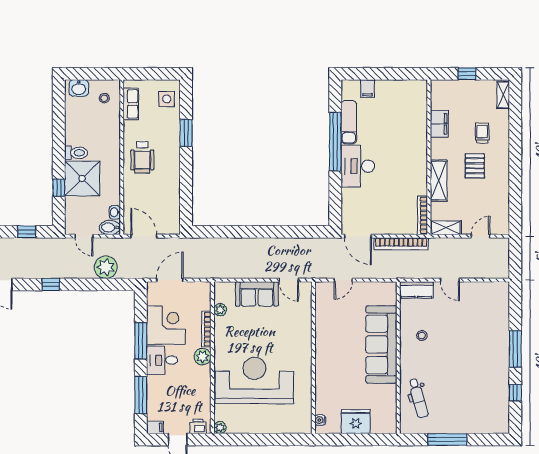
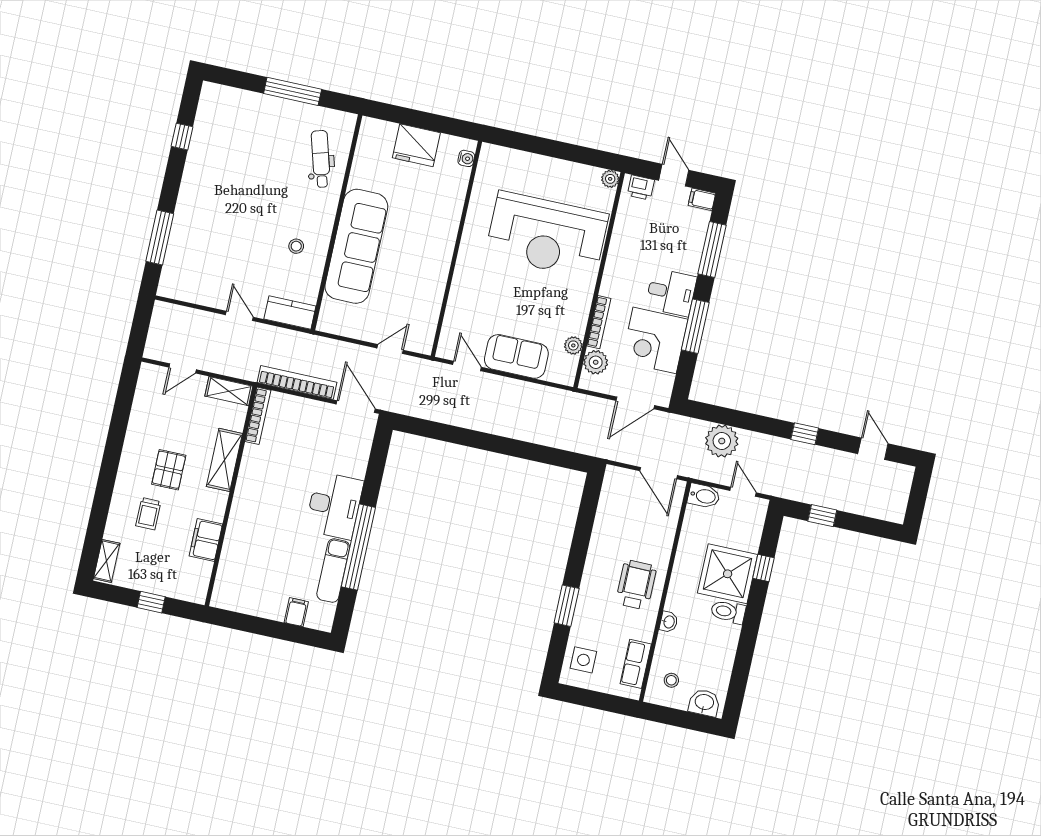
washbasin: (115, 212) -> (669, 622), moved
window: (515, 349) -> (160, 238), moved
plant: (203, 357) -> (596, 362), moved

